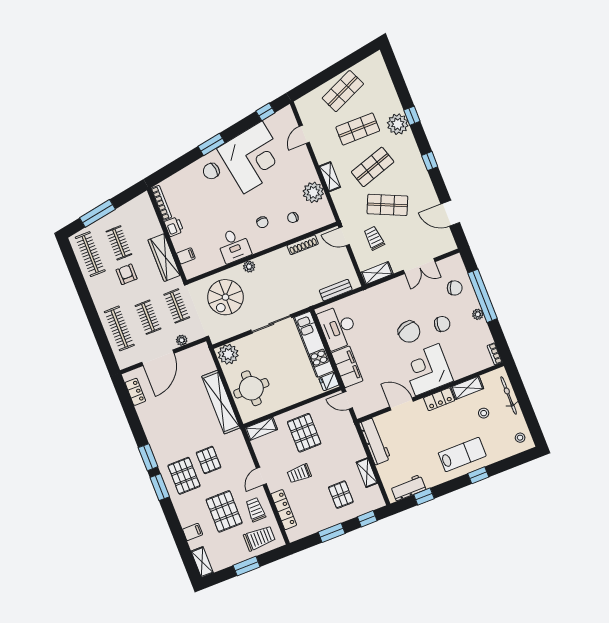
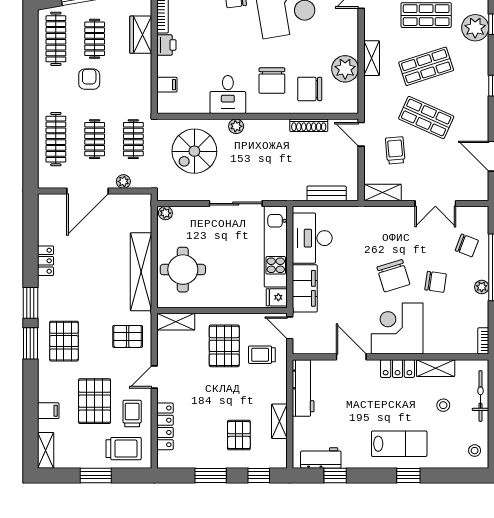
chair: (293, 218) -> (310, 89), width x1.87, depth x1.87
chair: (262, 222) -> (272, 80), width x1.87, depth x1.87
wardrobe: (164, 258) -> (141, 35), moved, width x0.67
plant: (228, 354) -> (165, 213), width x0.53, depth x0.53
locker: (135, 392) -> (46, 261), moved
pallet: (209, 460) -> (128, 336), moved, turned 90
trolley: (299, 474) -> (262, 355), moved

